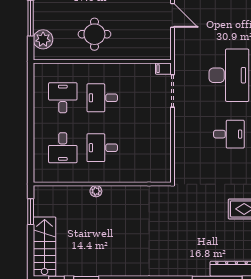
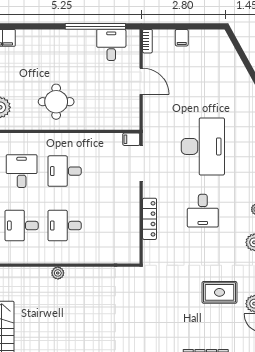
desk: (229, 134) -> (203, 211), turned 90
locker: (180, 142) -> (150, 219), added
desk: (63, 148) -> (22, 226), turned 90

